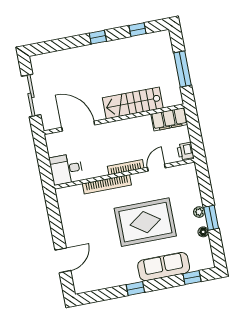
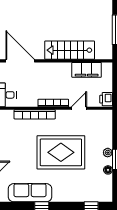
filing cabinet: (169, 119) -> (87, 70), moved
sofa: (164, 267) -> (30, 193), moved

